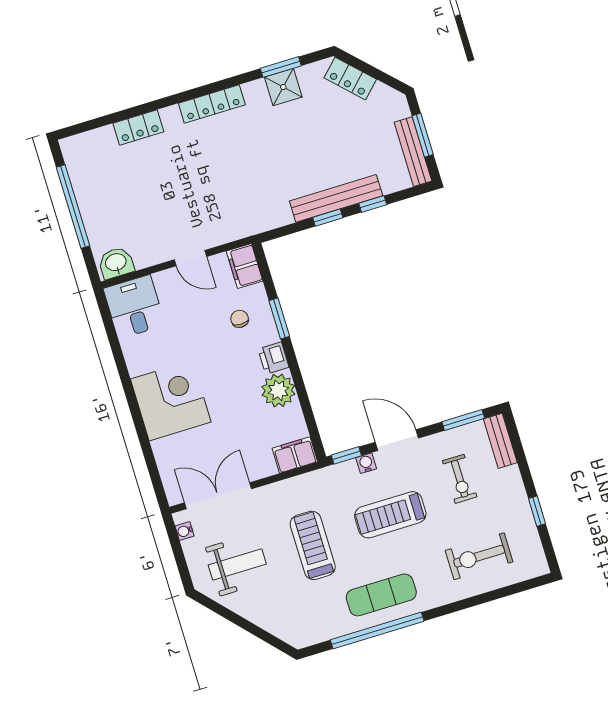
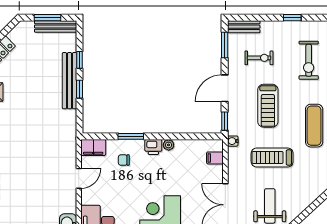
plant: (278, 390) -> (169, 145), width x0.53, depth x0.53
filing cabinet: (295, 455) -> (215, 158), width x0.50
water cooler: (366, 463) -> (233, 141), moved

